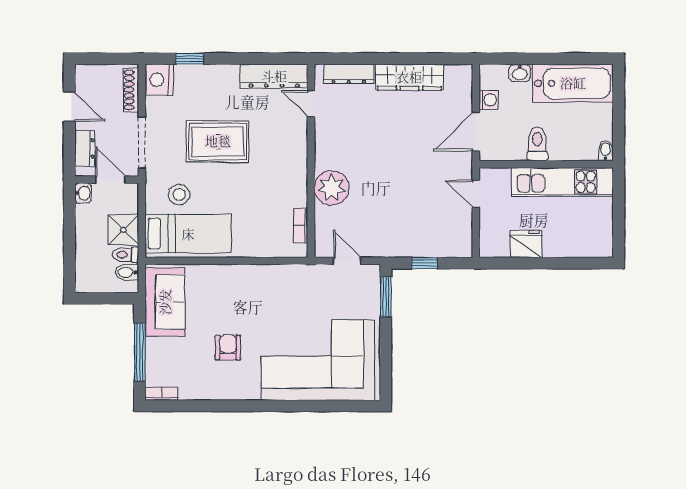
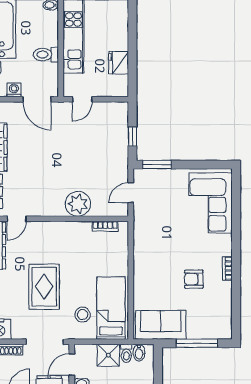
corner sofa: (318, 360) -> (211, 203), width x0.73, depth x0.74
bookcase: (162, 394) -> (227, 268), moved

